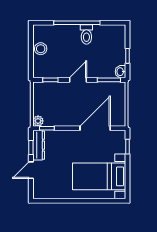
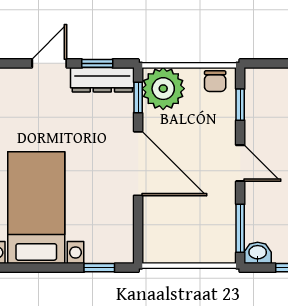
chair: (39, 92) -> (215, 81), added
plant: (38, 121) -> (163, 89), width x1.88, depth x1.88
door: (95, 128) -> (138, 164), moved
door: (31, 170) -> (49, 63), hinge flipped

